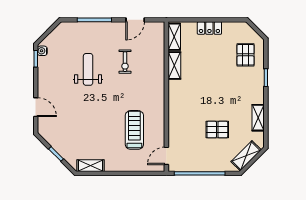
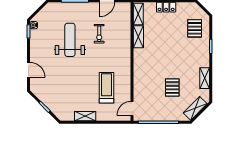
weight bench: (88, 69) -> (70, 40), width x1.36, depth x1.33
pallet: (217, 130) -> (172, 88), turned 90
shelving: (90, 166) -> (85, 116), moved

